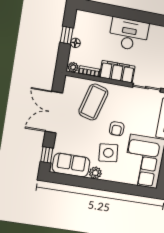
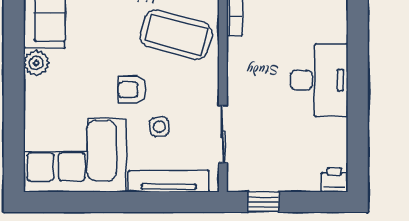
filing cabinet: (117, 72) -> (243, 71), removed
side table: (108, 153) -> (159, 127), moved, width x0.54, depth x0.54

